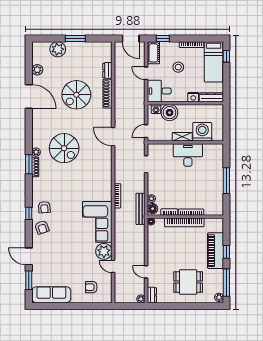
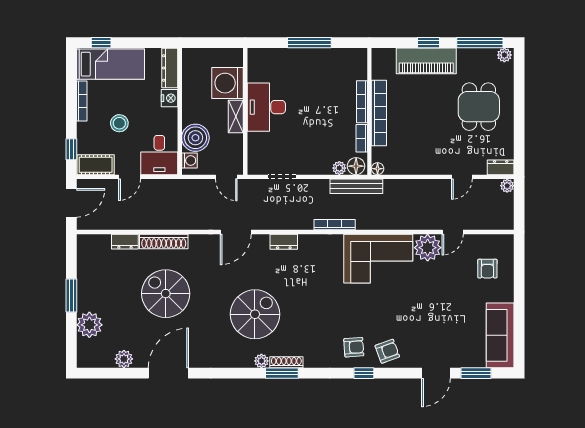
spiral stairs: (76, 95) -> (166, 294), turned 180
dresser: (107, 165) -> (284, 242), added

